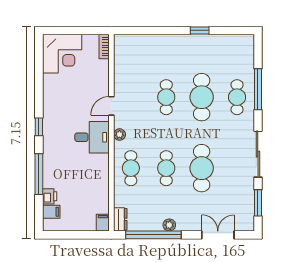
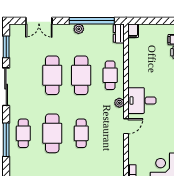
cafe table: (166, 168) -> (81, 75), width x1.37, depth x1.35

